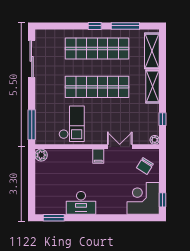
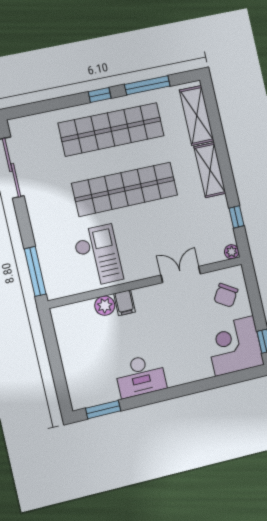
plant: (41, 155) -> (105, 306), moved
filing cabinet: (98, 156) -> (125, 303), moved

